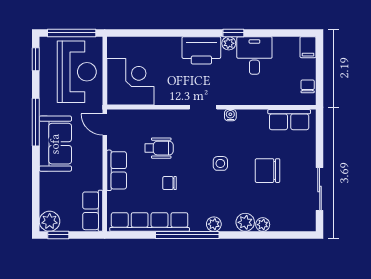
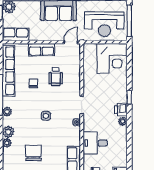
window: (233, 33) -> (129, 97), moved
printer: (201, 50) -> (121, 110), width x0.53, depth x0.68
desk: (254, 55) -> (95, 143), moved, turned 180
corner desk: (130, 82) -> (112, 58), moved
chair: (267, 171) -> (33, 153), moved

